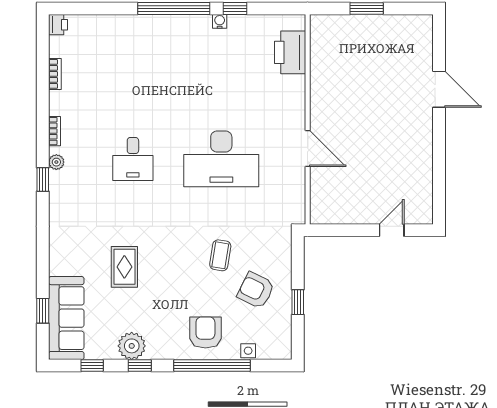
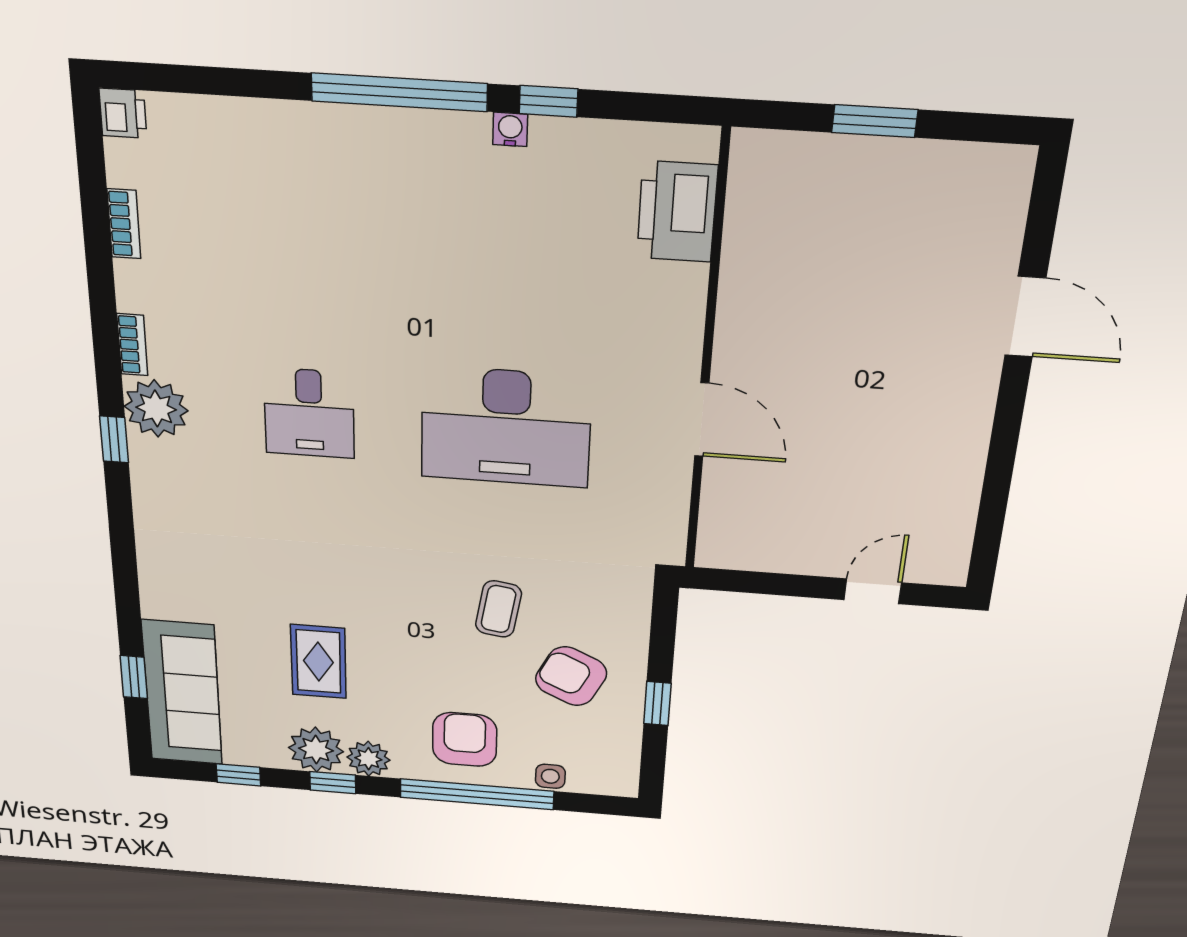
plant: (56, 162) -> (156, 409), width x1.87, depth x1.87
rug: (124, 267) -> (318, 662), moved
plant: (158, 349) -> (368, 759), added

